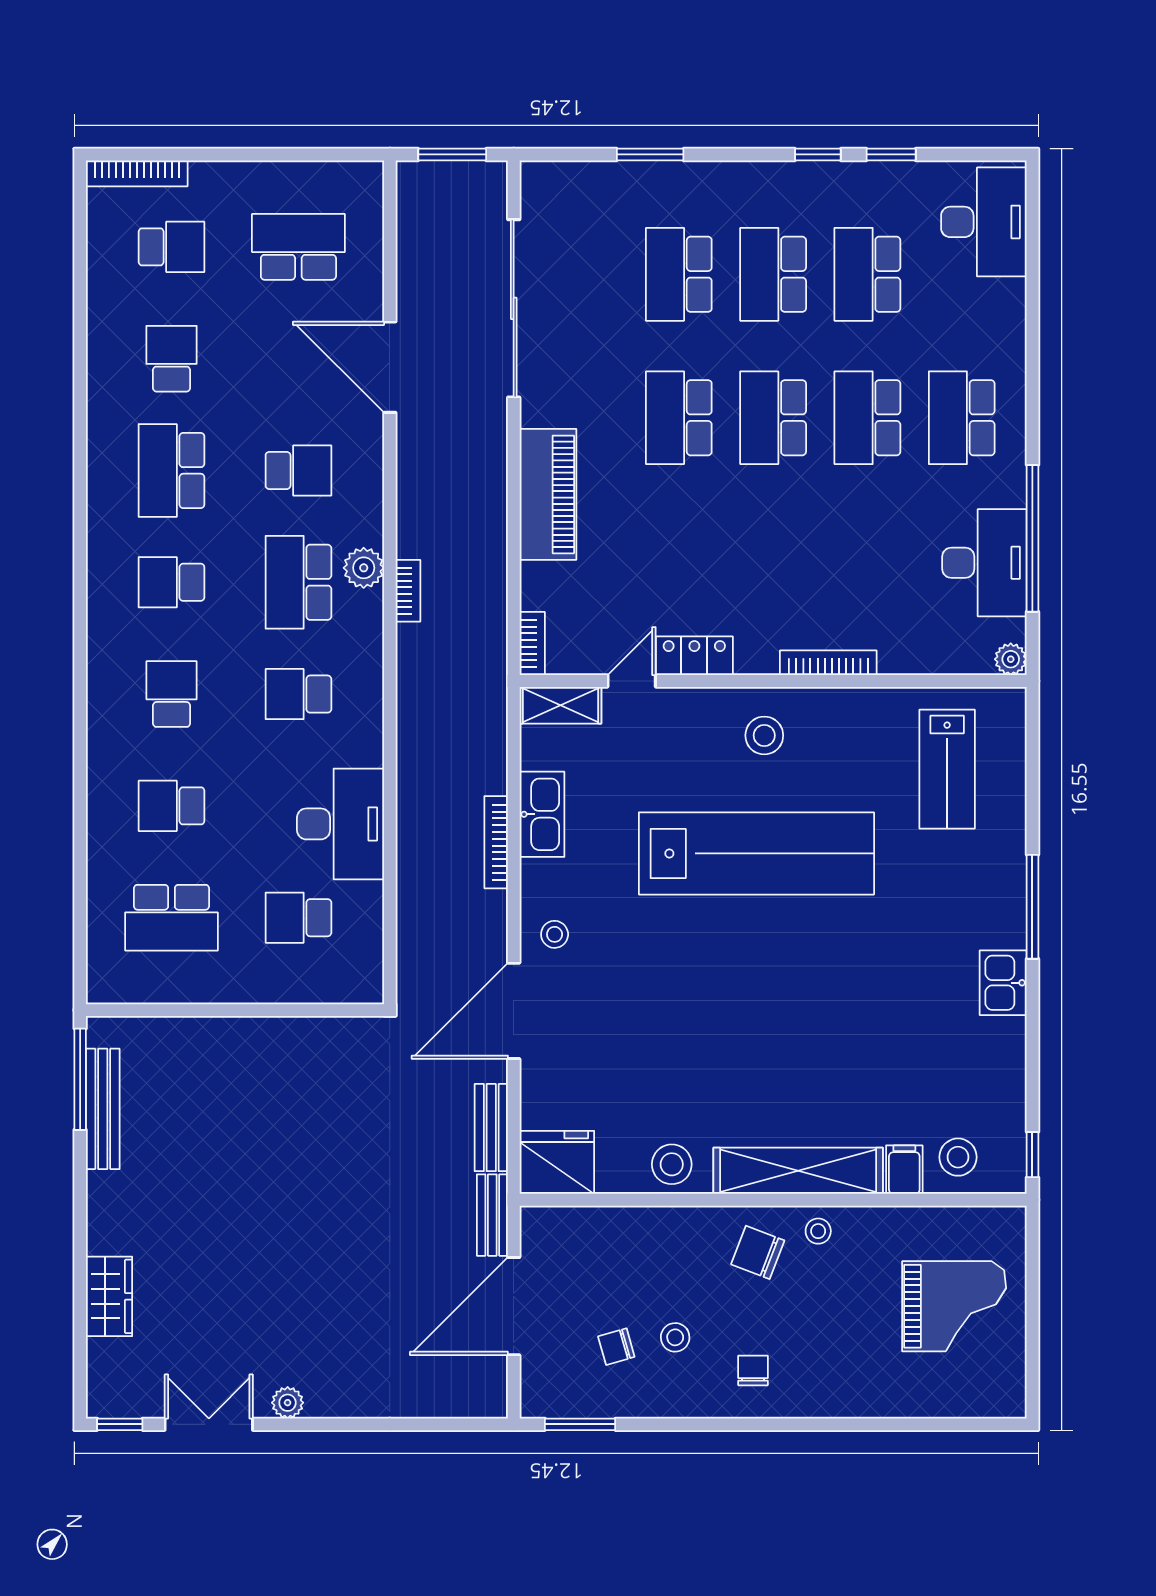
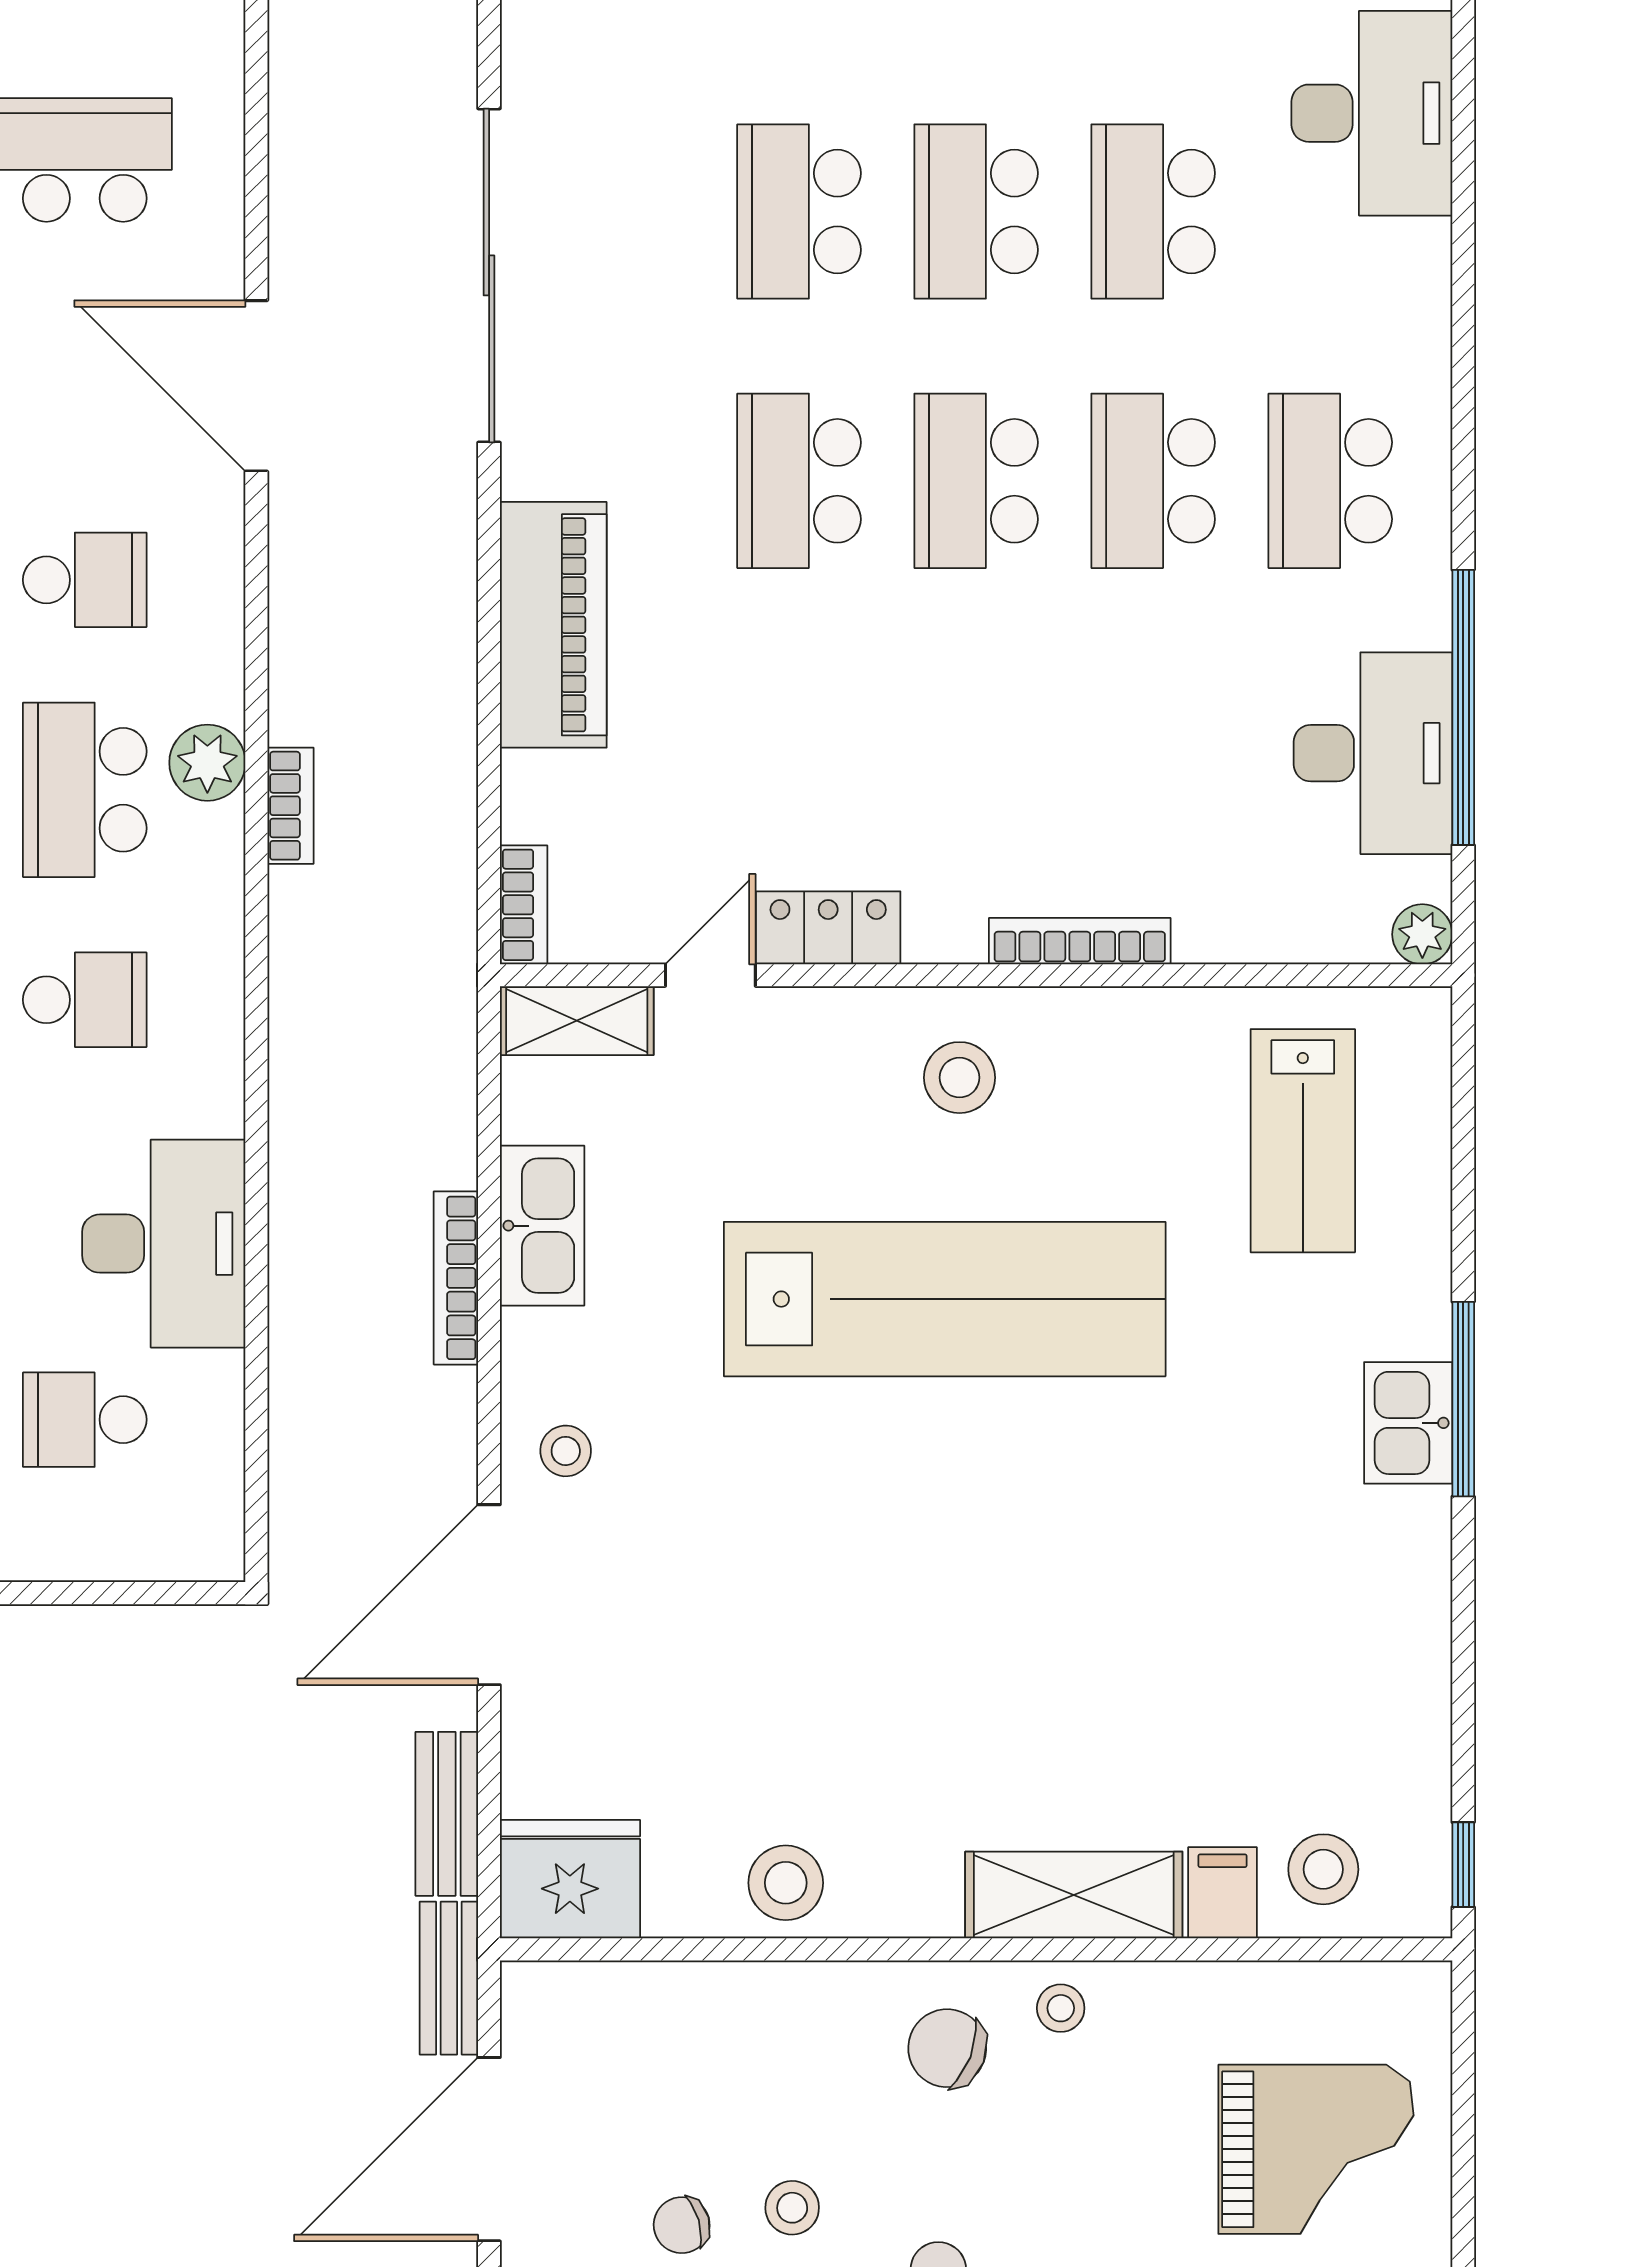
school desk: (298, 694) -> (85, 1000), turned 180
kitchen sink: (1003, 983) -> (1408, 1423), moved
shelving: (798, 1171) -> (1074, 1895), width x0.68

